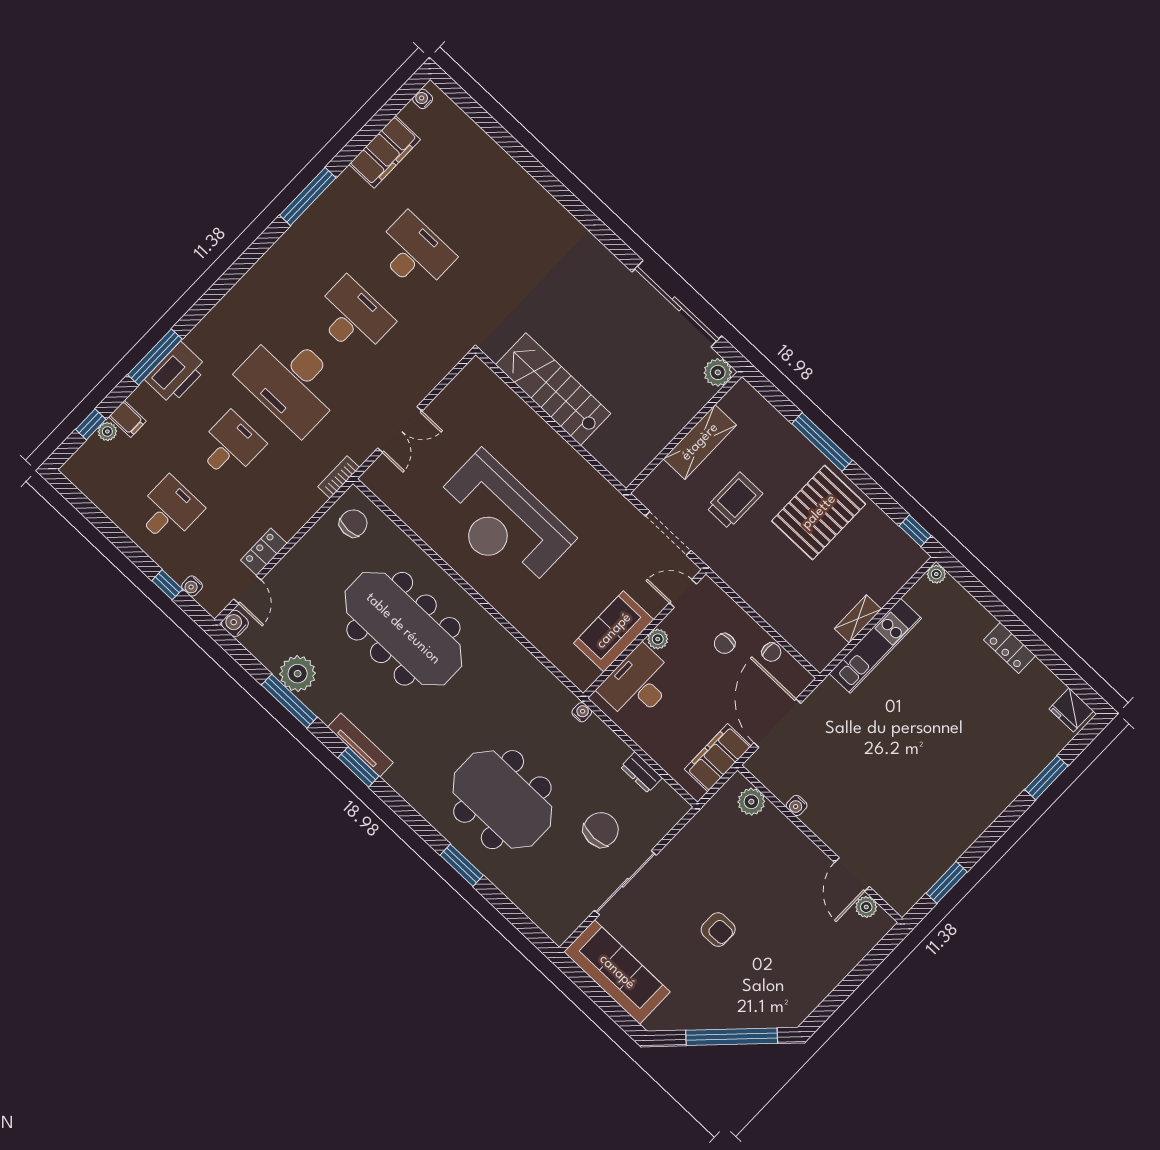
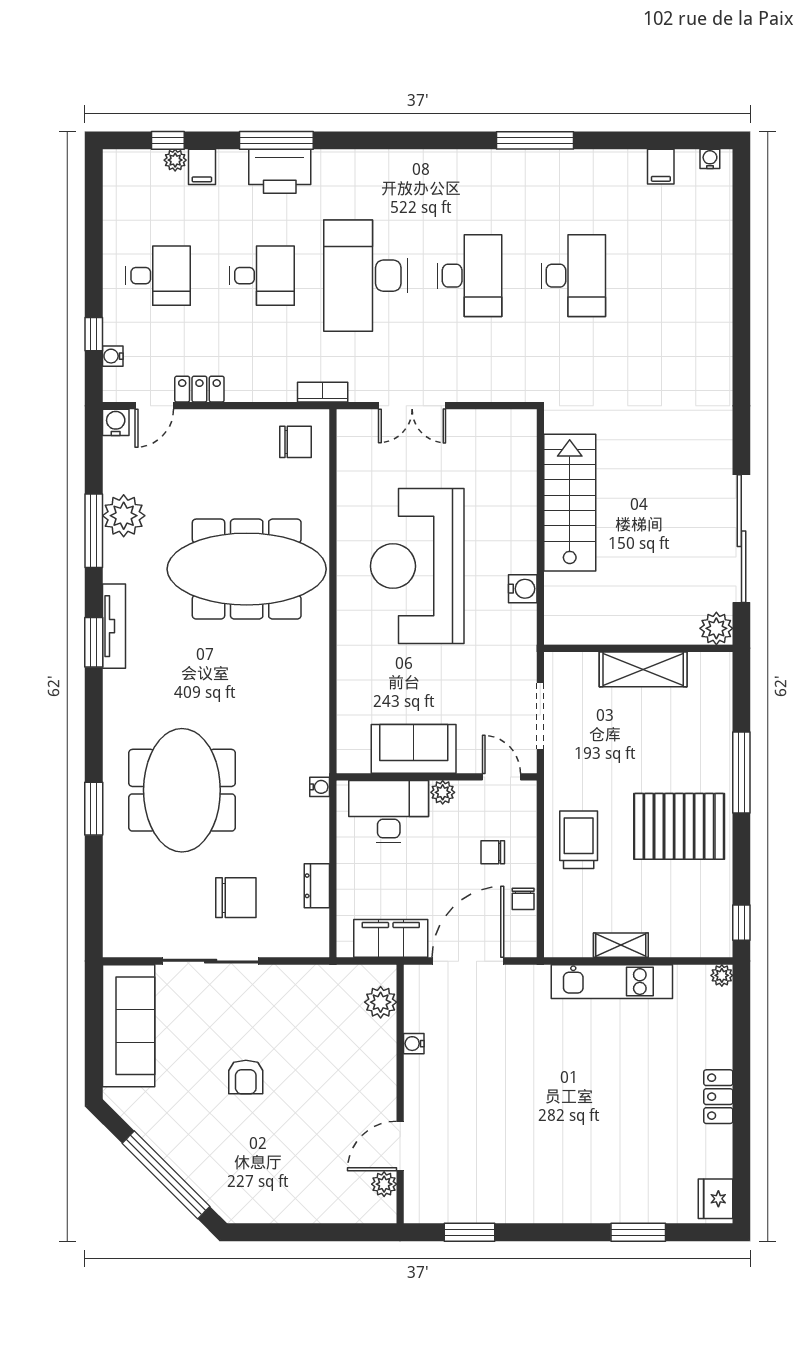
filing cabinet: (385, 152) -> (661, 167), width x0.33, depth x0.86
water cooler: (579, 469) -> (523, 589), added
trolley: (734, 501) -> (579, 840), moved, turned -90
meeting table: (403, 629) -> (247, 569), turned 90

